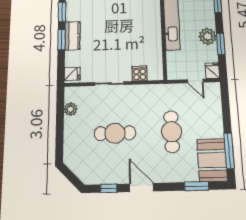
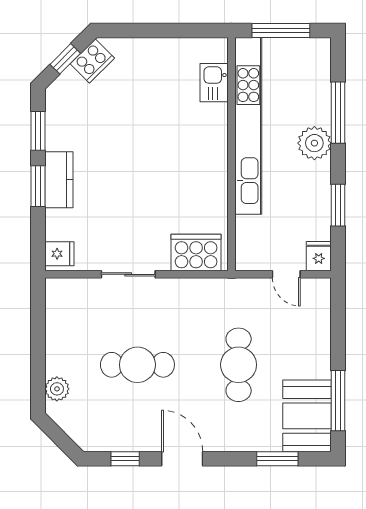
plant: (208, 36) -> (314, 143), moved
cooker: (140, 73) -> (196, 253), width x1.87, depth x1.31
plant: (71, 109) -> (57, 389), moved

